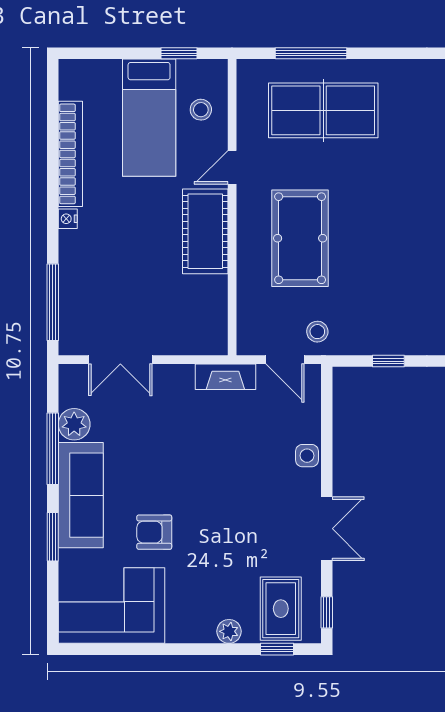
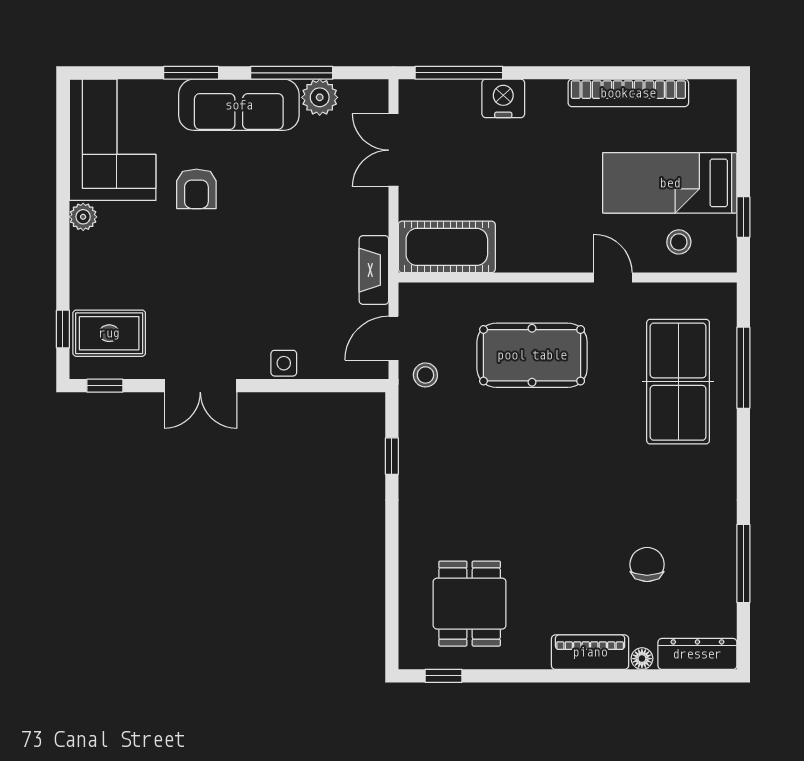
nightstand: (68, 219) -> (503, 98), moved, width x1.89, depth x1.79
cot: (205, 231) -> (447, 247), moved
armchair: (154, 532) -> (196, 189), turned 180
plant: (229, 631) -> (83, 217), moved

